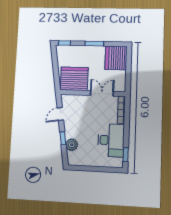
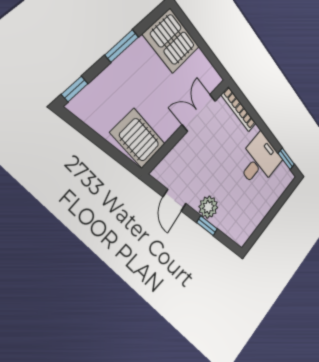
server rack: (74, 79) -> (138, 138), width x0.62
desk: (111, 140) -> (259, 161), width x0.73
plant: (72, 145) -> (208, 207), moved

